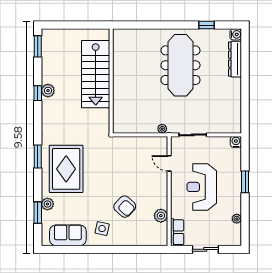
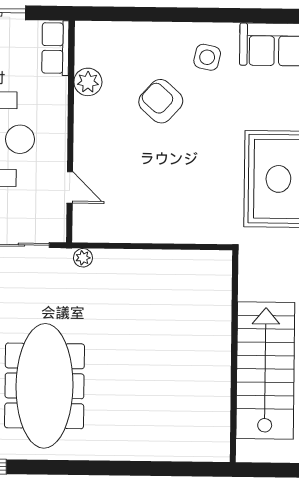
stairs: (96, 74) -> (265, 371), moved
wall: (111, 81) -> (234, 356), moved

